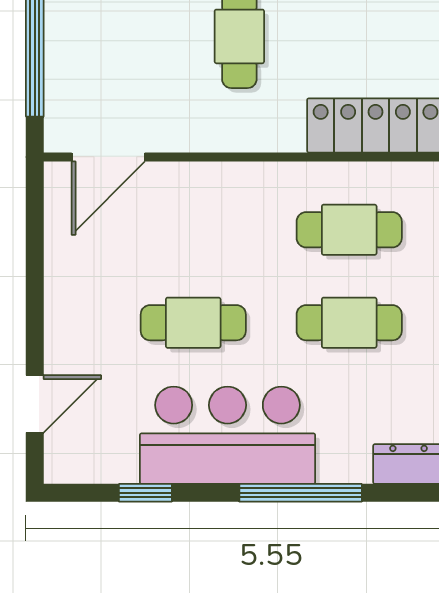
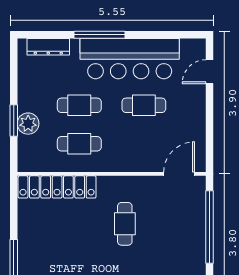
bar counter: (227, 435) -> (130, 59), width x1.36
window: (145, 493) -> (164, 35), removed

